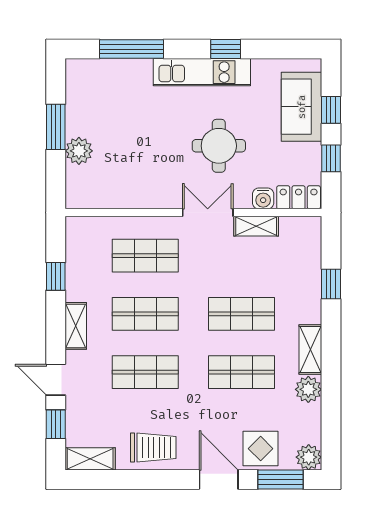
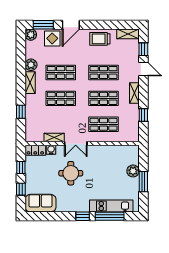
window: (226, 49) -> (83, 216), moved
kitchen unit: (202, 72) -> (111, 206), moved
sofa: (302, 107) -> (40, 203), moved, turned -90
door: (219, 479) -> (71, 25), hinge flipped

